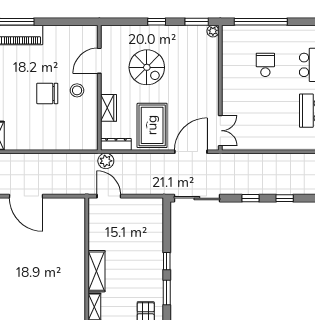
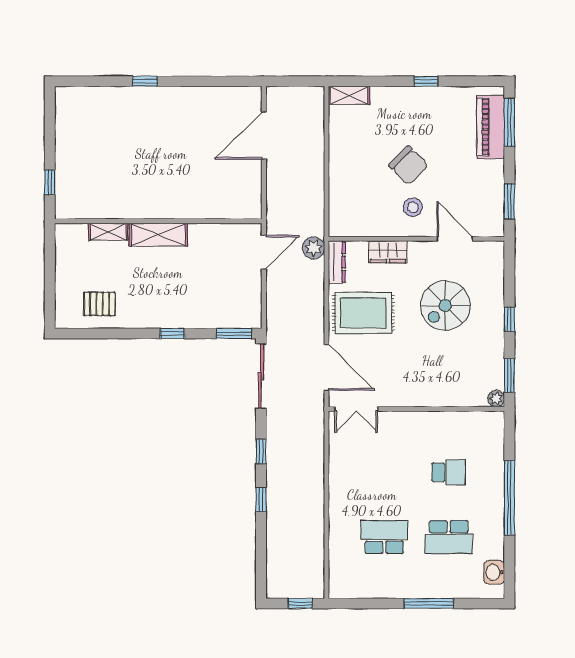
window: (73, 22) -> (509, 201), added
window: (261, 22) -> (509, 498), moved
chair: (47, 93) -> (408, 165), turned 135
window: (167, 293) -> (234, 334), moved

